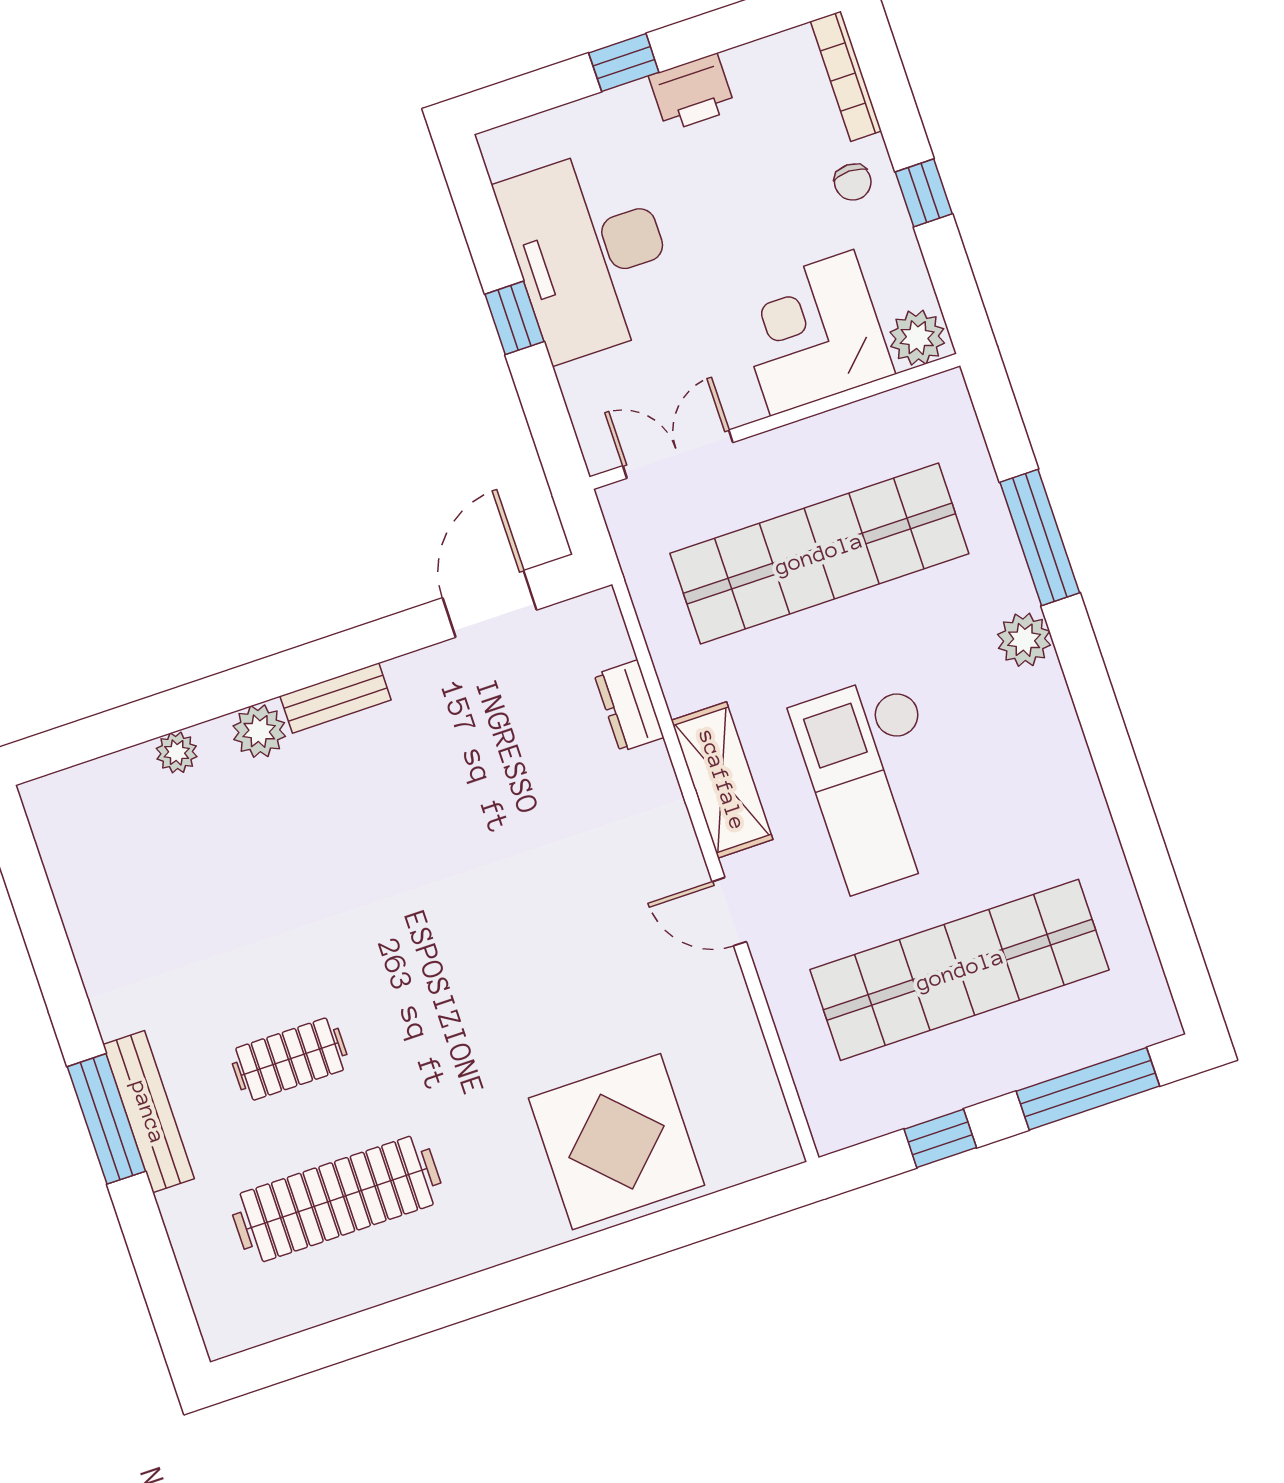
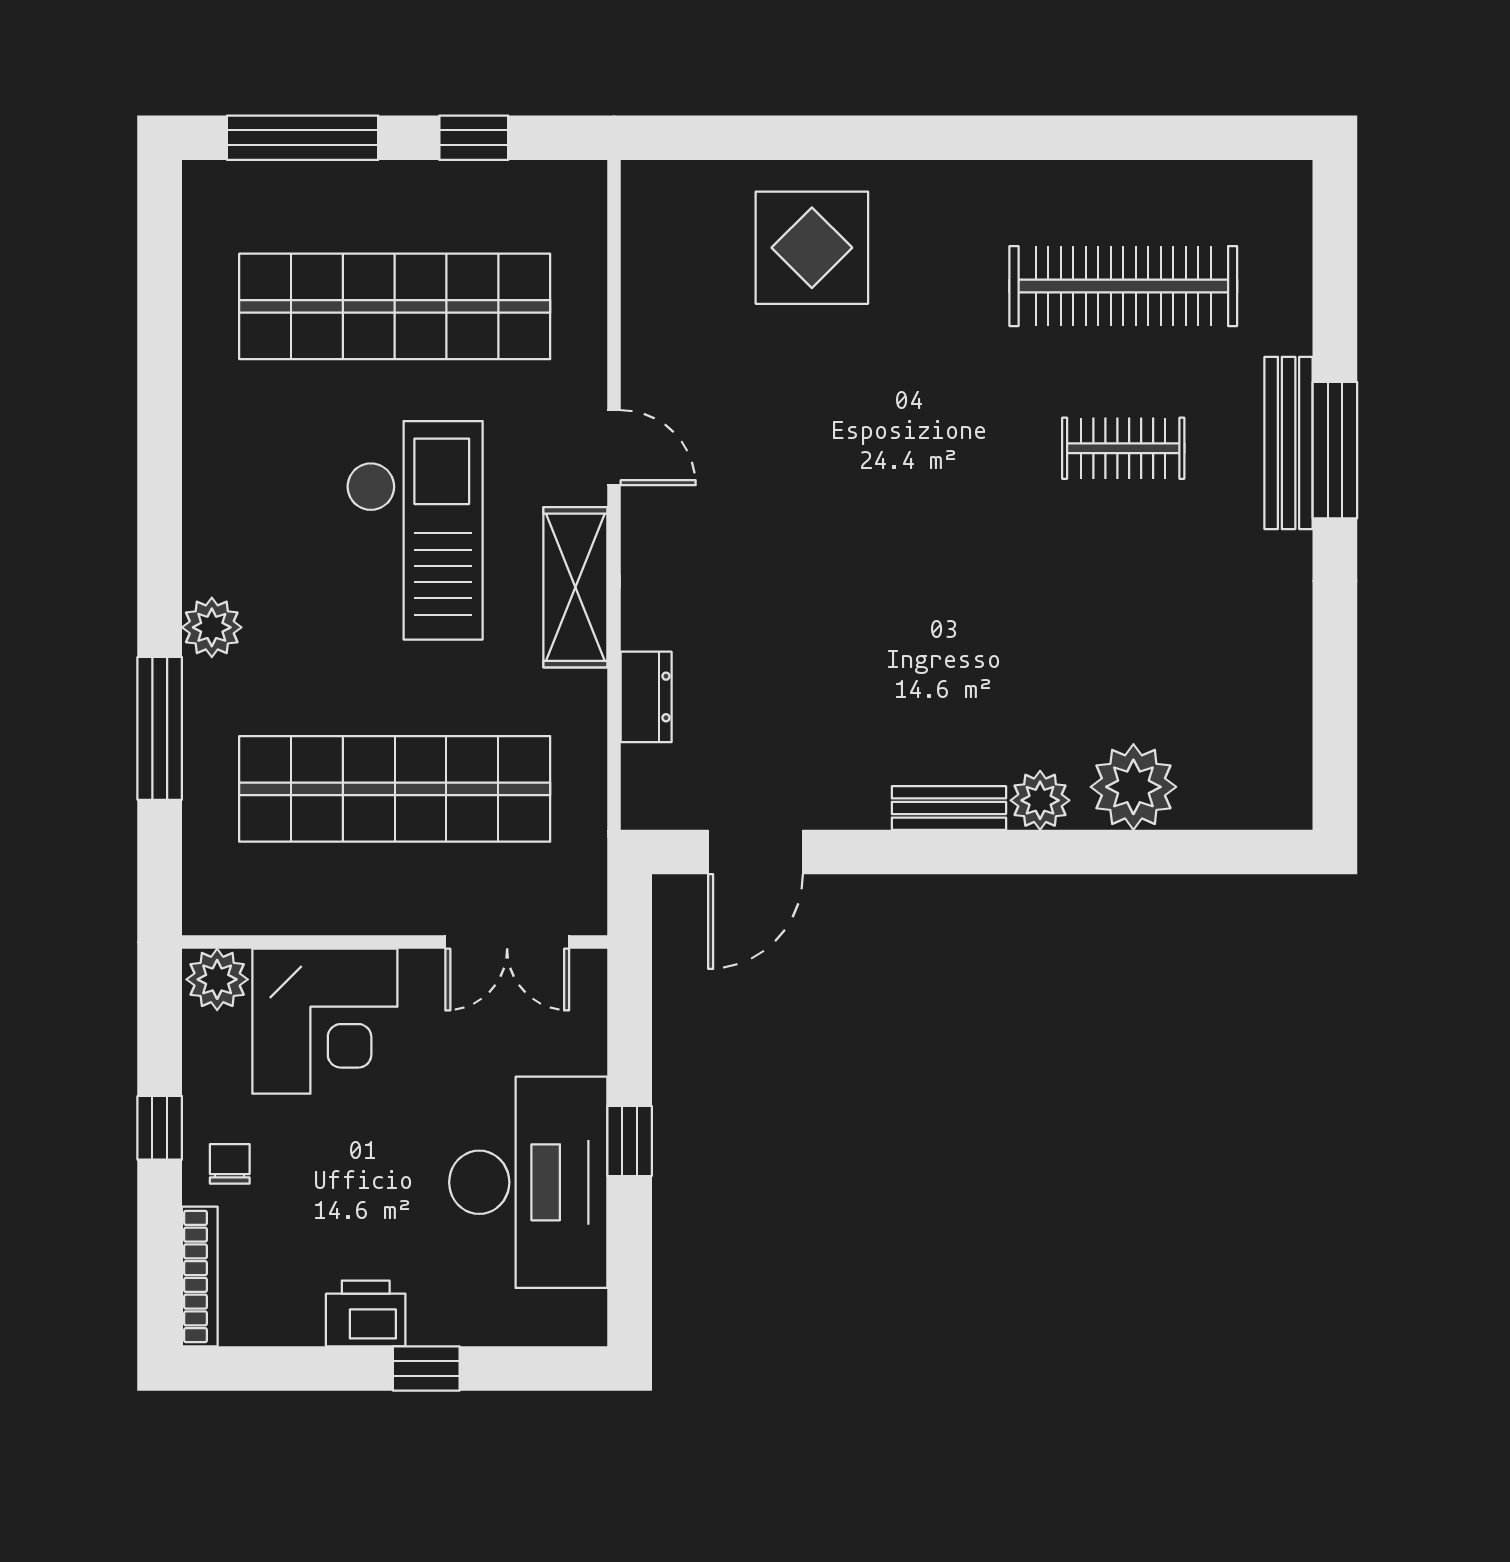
plant: (177, 753) -> (1133, 787), width x1.88, depth x1.88
display table: (617, 1142) -> (812, 248), width x0.73, depth x0.73

